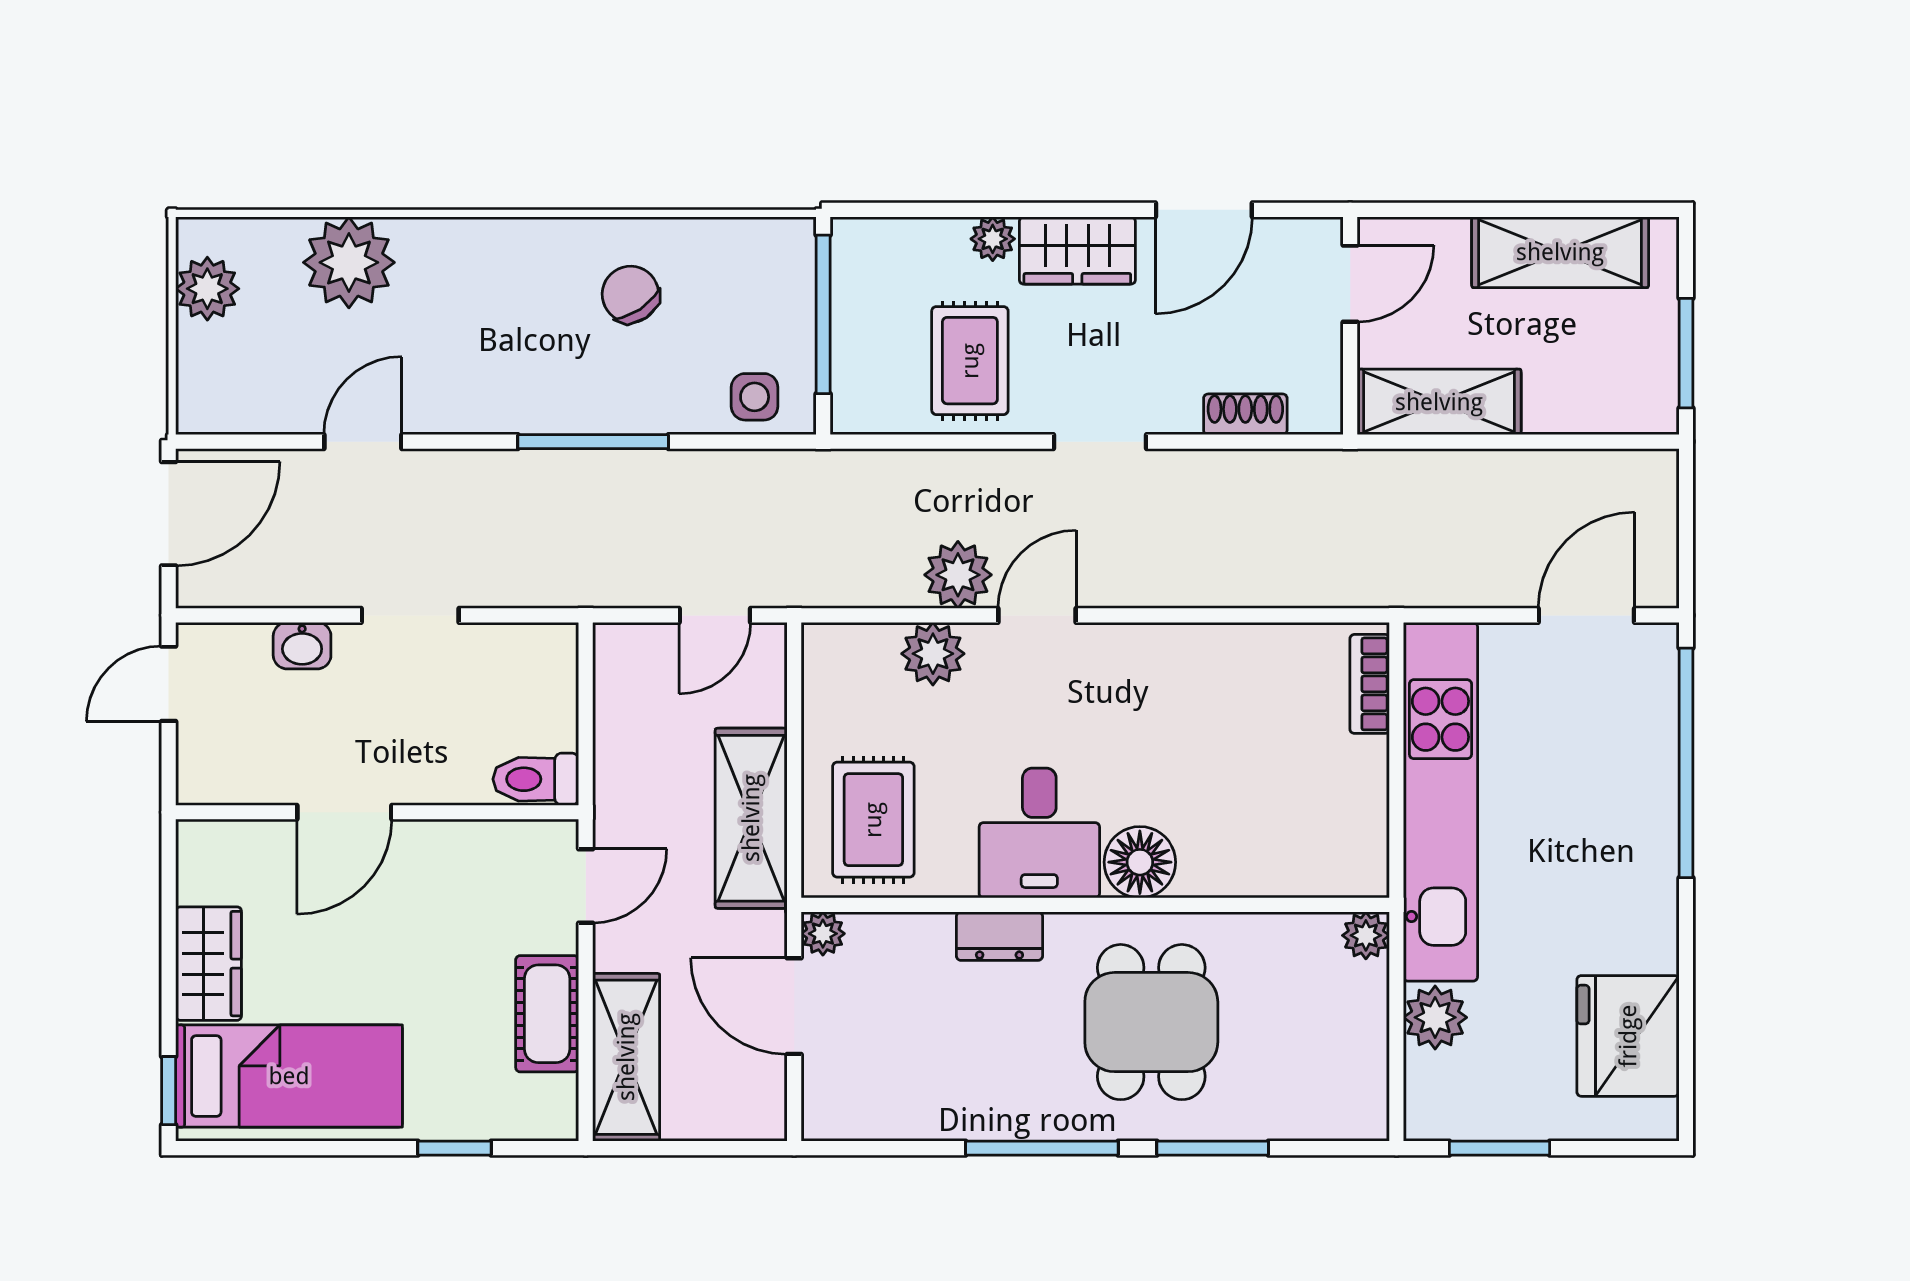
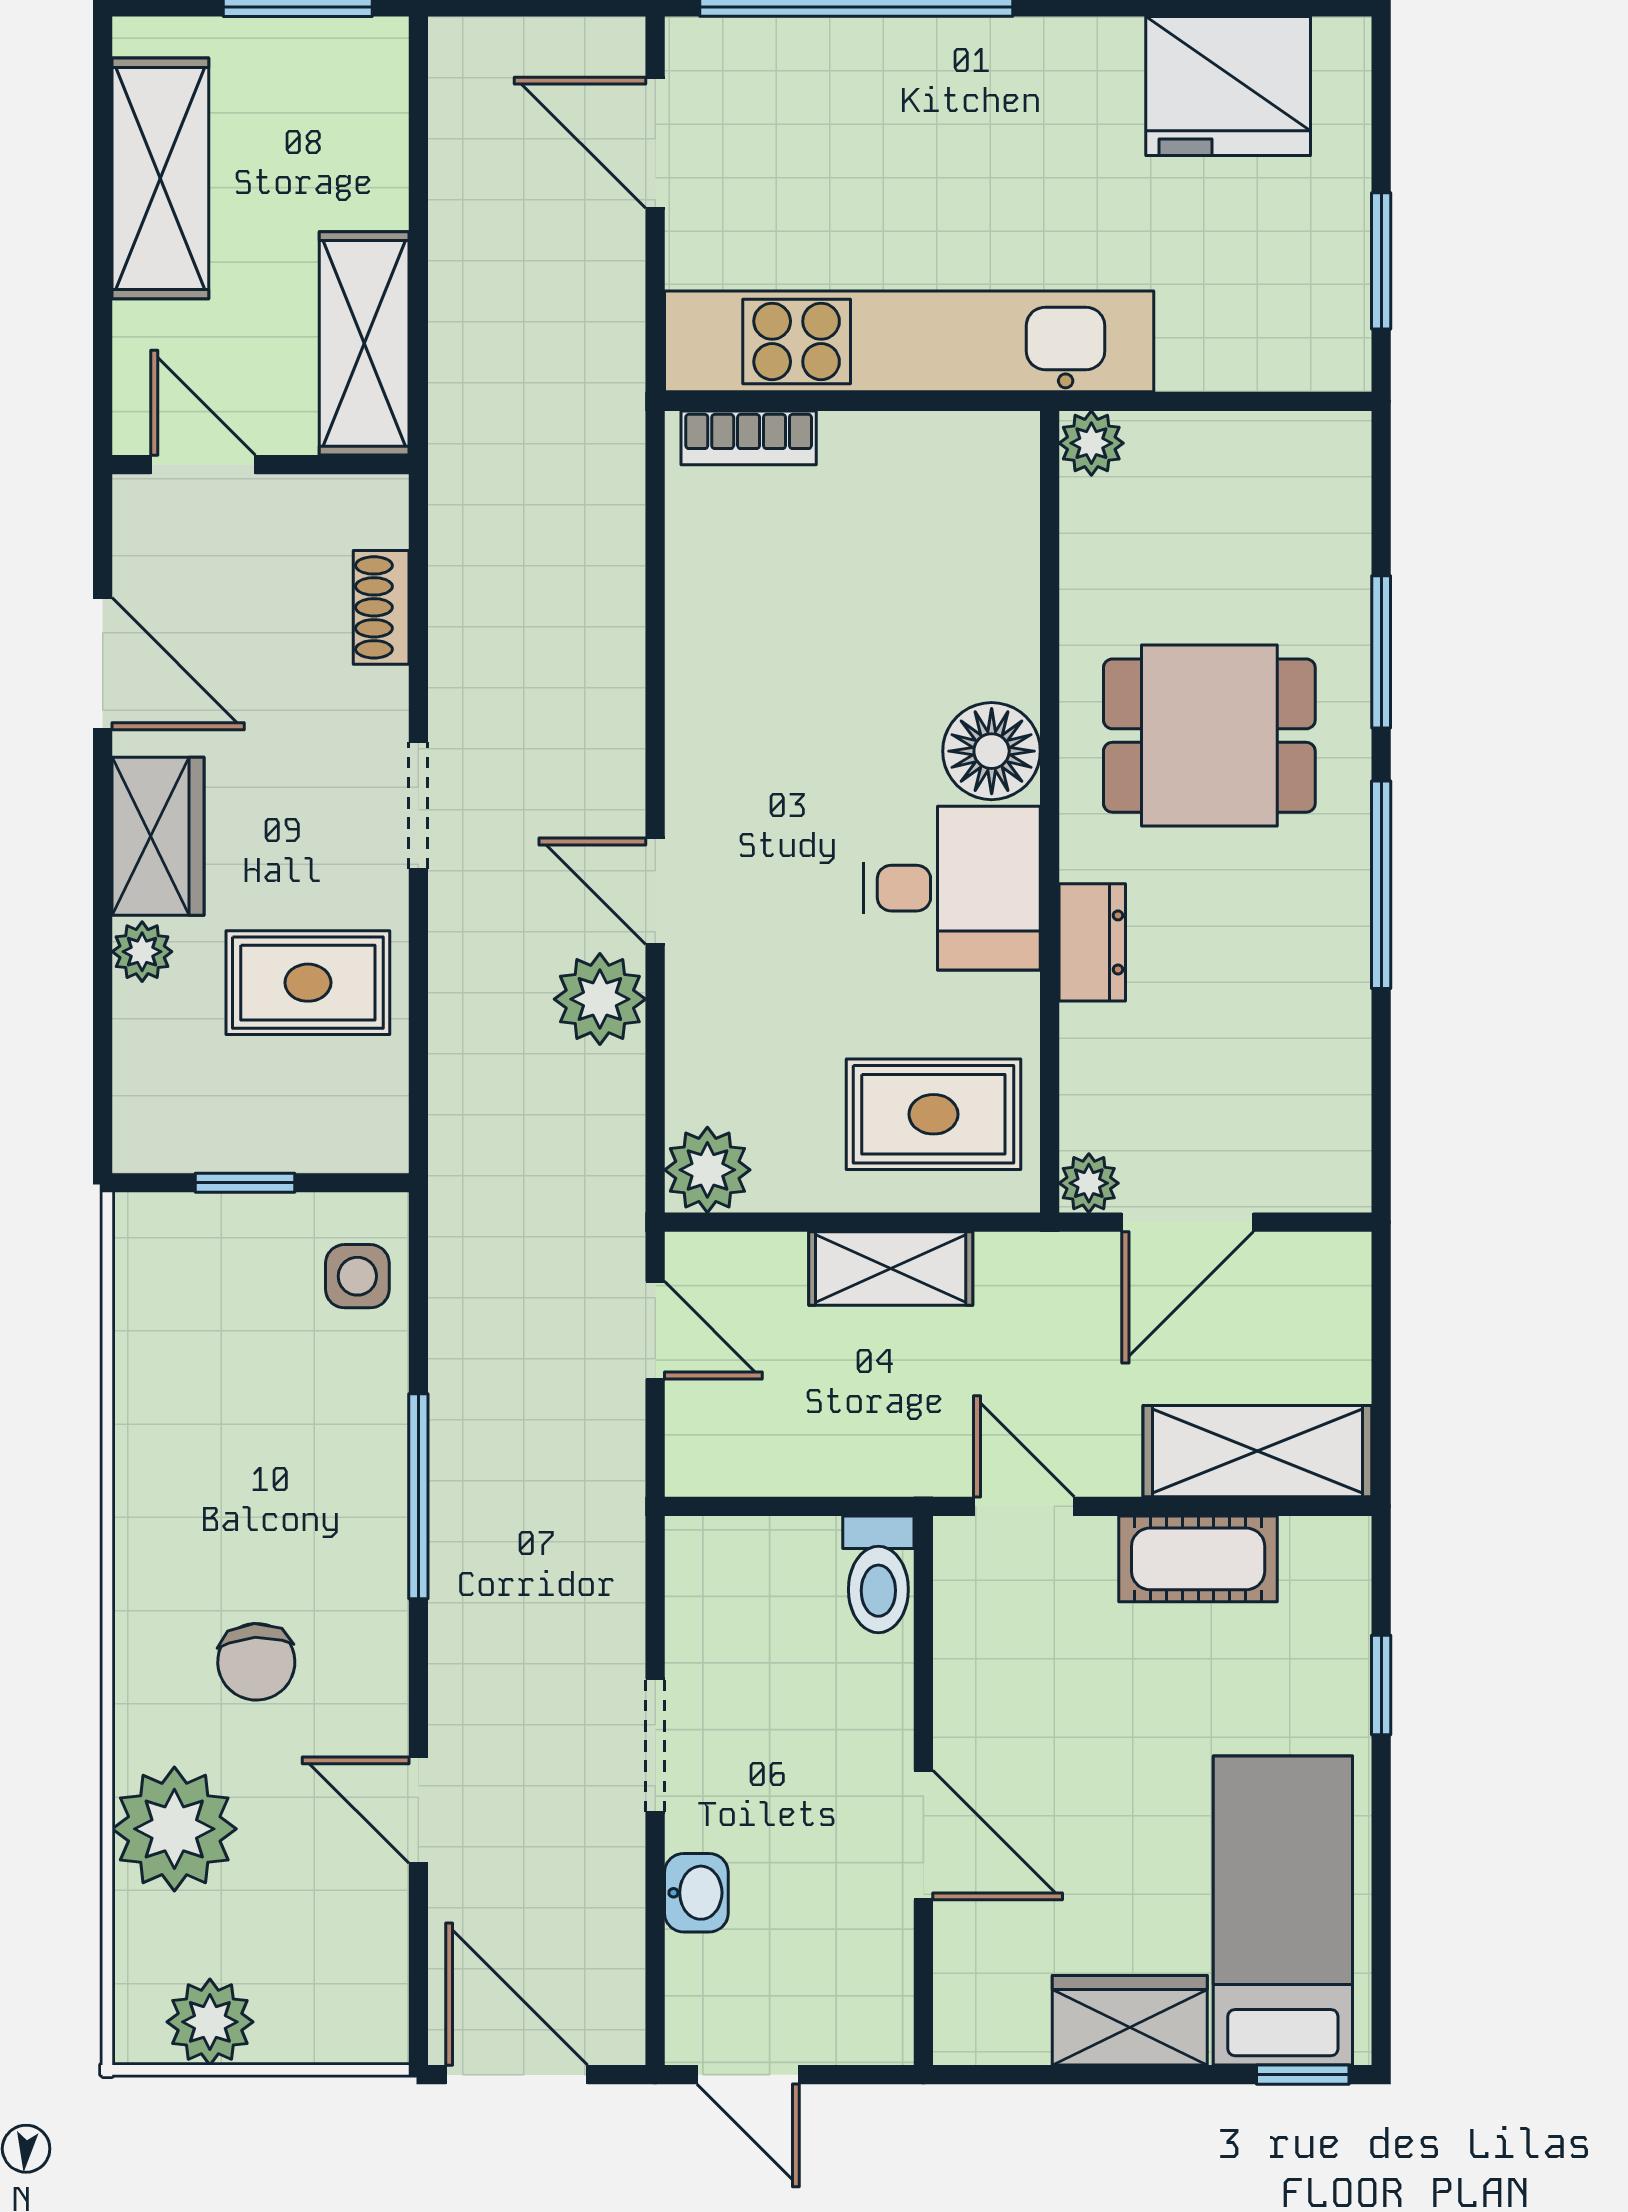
chair: (630, 294) -> (256, 1662), moved, turned -59
window: (823, 314) -> (245, 1183), width x0.46
plant: (933, 654) -> (707, 1170), moved
shelving: (751, 818) -> (891, 1268), width x0.67, depth x0.75
plant: (1435, 1017) -> (1203, 349), removed

